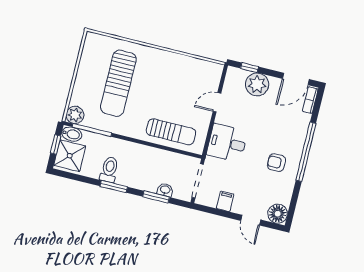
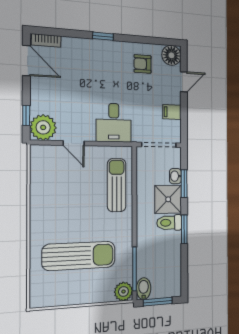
plant: (257, 84) -> (43, 127), moved
window: (56, 144) -> (158, 302), width x1.50
window: (306, 152) -> (103, 36), width x0.32
shower: (70, 156) -> (168, 199), moved
armchair: (276, 163) -> (143, 64), moved, turned 90
toilet: (109, 170) -> (169, 223), moved

